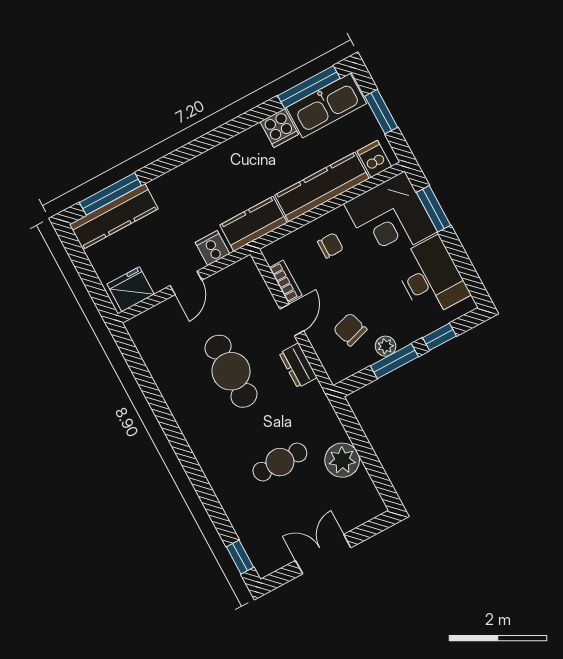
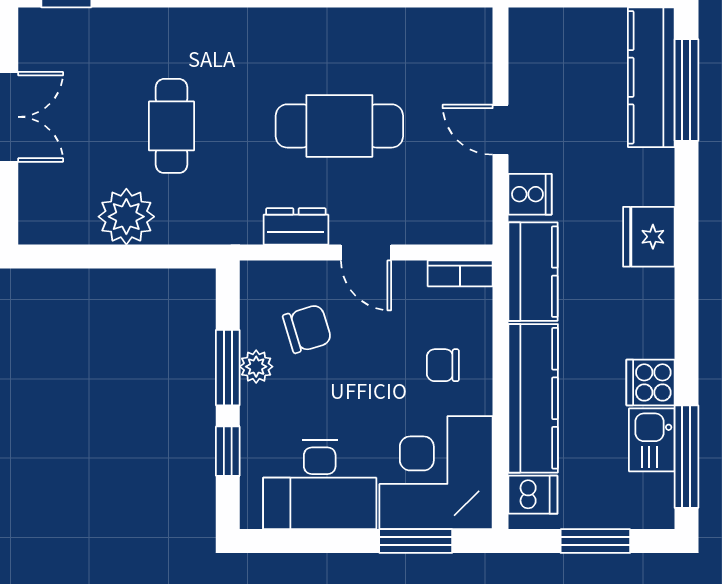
kitchen sink: (326, 106) -> (652, 440), width x0.53, depth x0.81
chair: (330, 245) -> (443, 365), turned 90
bookcase: (286, 281) -> (460, 273), moved
fridge: (131, 289) -> (649, 237), moved, turned 180

